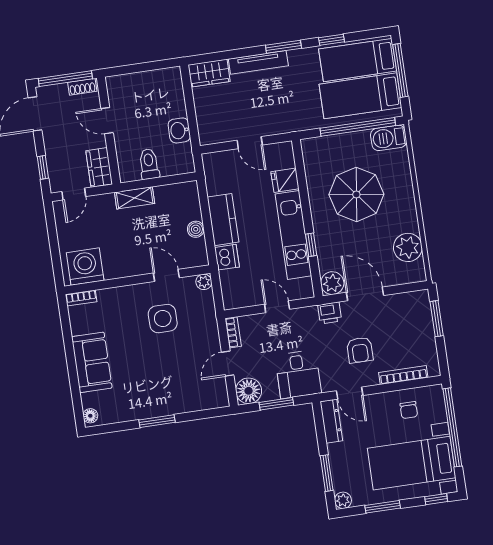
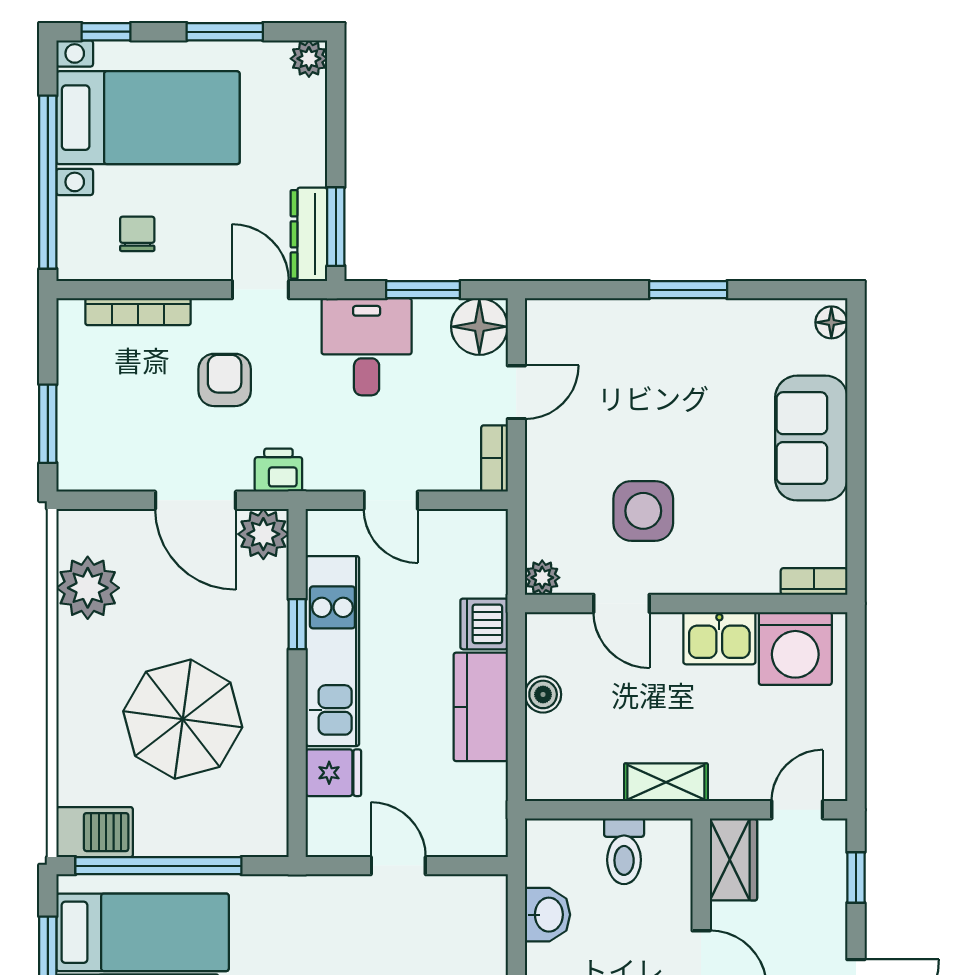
kitchen sink: (120, 266) -> (719, 638), added
window: (327, 473) -> (336, 227), moved

